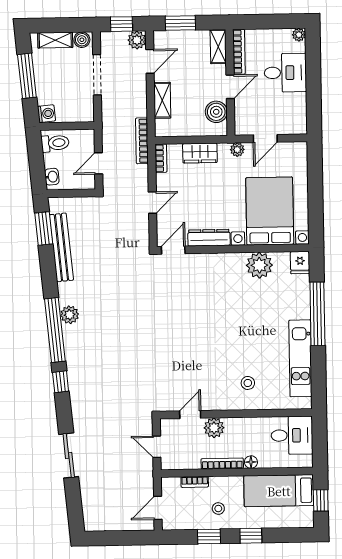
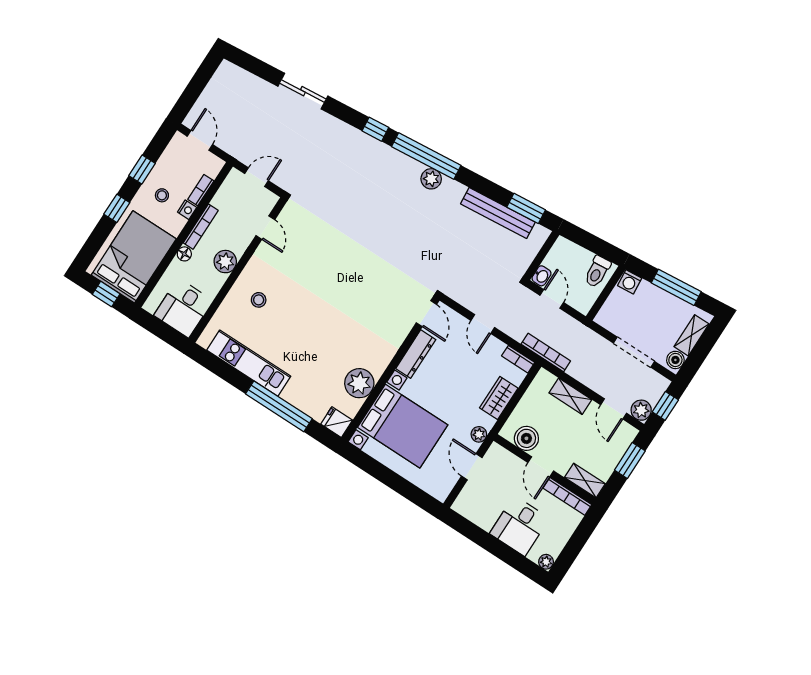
washbasin: (52, 177) -> (541, 276), moved, turned -85
plant: (214, 428) -> (225, 262), moved
nightstand: (216, 482) -> (187, 210), added
bed: (279, 491) -> (134, 257), width x1.50

